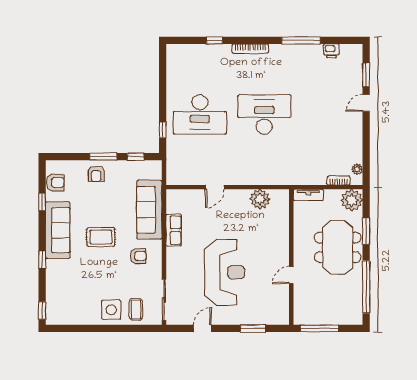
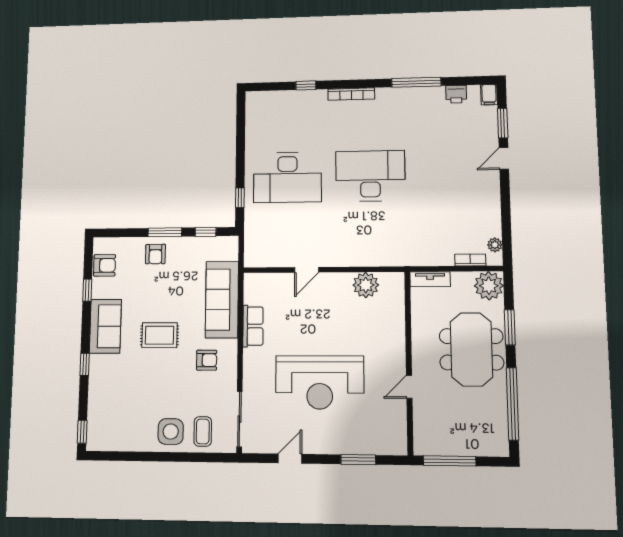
filing cabinet: (356, 52) -> (489, 95), added
sofa: (58, 230) -> (105, 326), width x0.73
reception desk: (225, 272) -> (320, 382), turned 90

